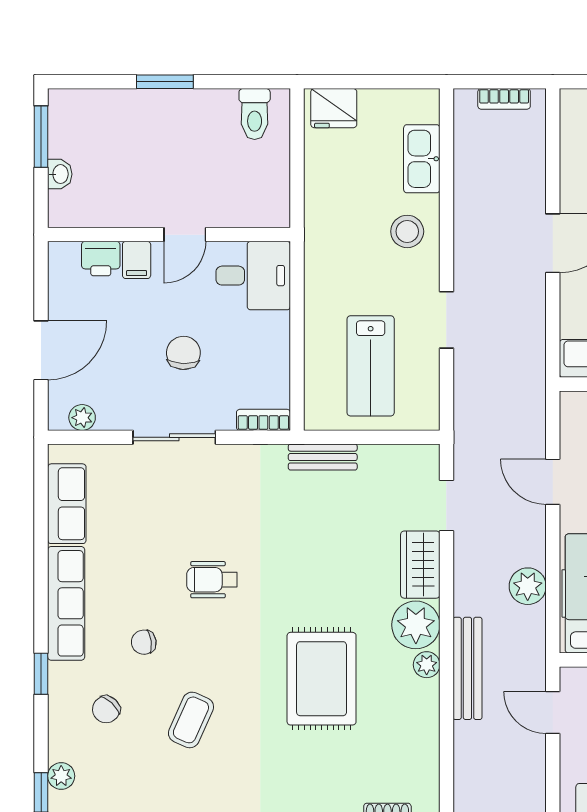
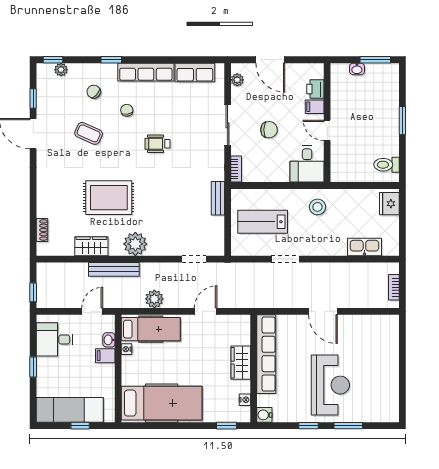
stool: (407, 231) -> (317, 207), moved
wardrobe: (420, 565) -> (91, 246), moved
wheelchair: (212, 580) -> (158, 144), turned -90
plant: (427, 665) -> (116, 249), removed

